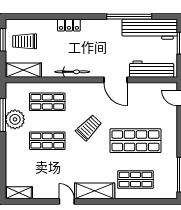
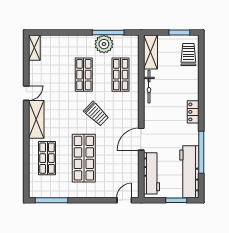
locker: (69, 25) -> (193, 112), moved
trolley: (25, 41) -> (188, 54), moved
bicycle: (72, 72) -> (149, 87), moved

